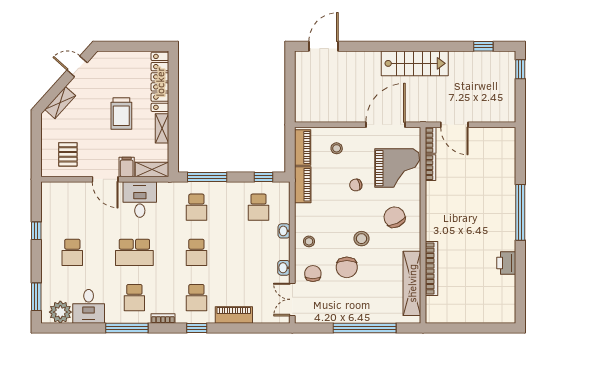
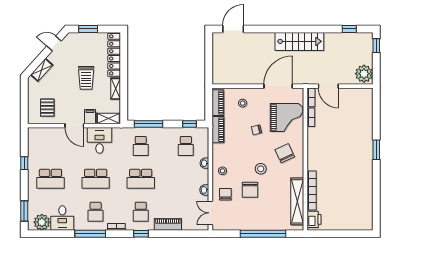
window: (124, 46) -> (88, 29), added
plant: (504, 108) -> (364, 74), added
window: (520, 212) -> (376, 150), width x0.47
school desk: (72, 252) -> (50, 179), width x1.85
school desk: (196, 252) -> (141, 179), width x1.85
printer: (506, 263) -> (314, 219), moved, turned 180

